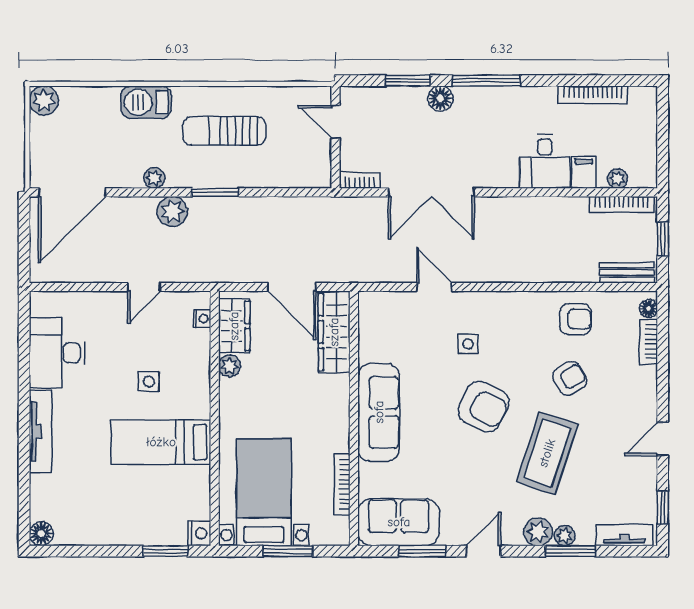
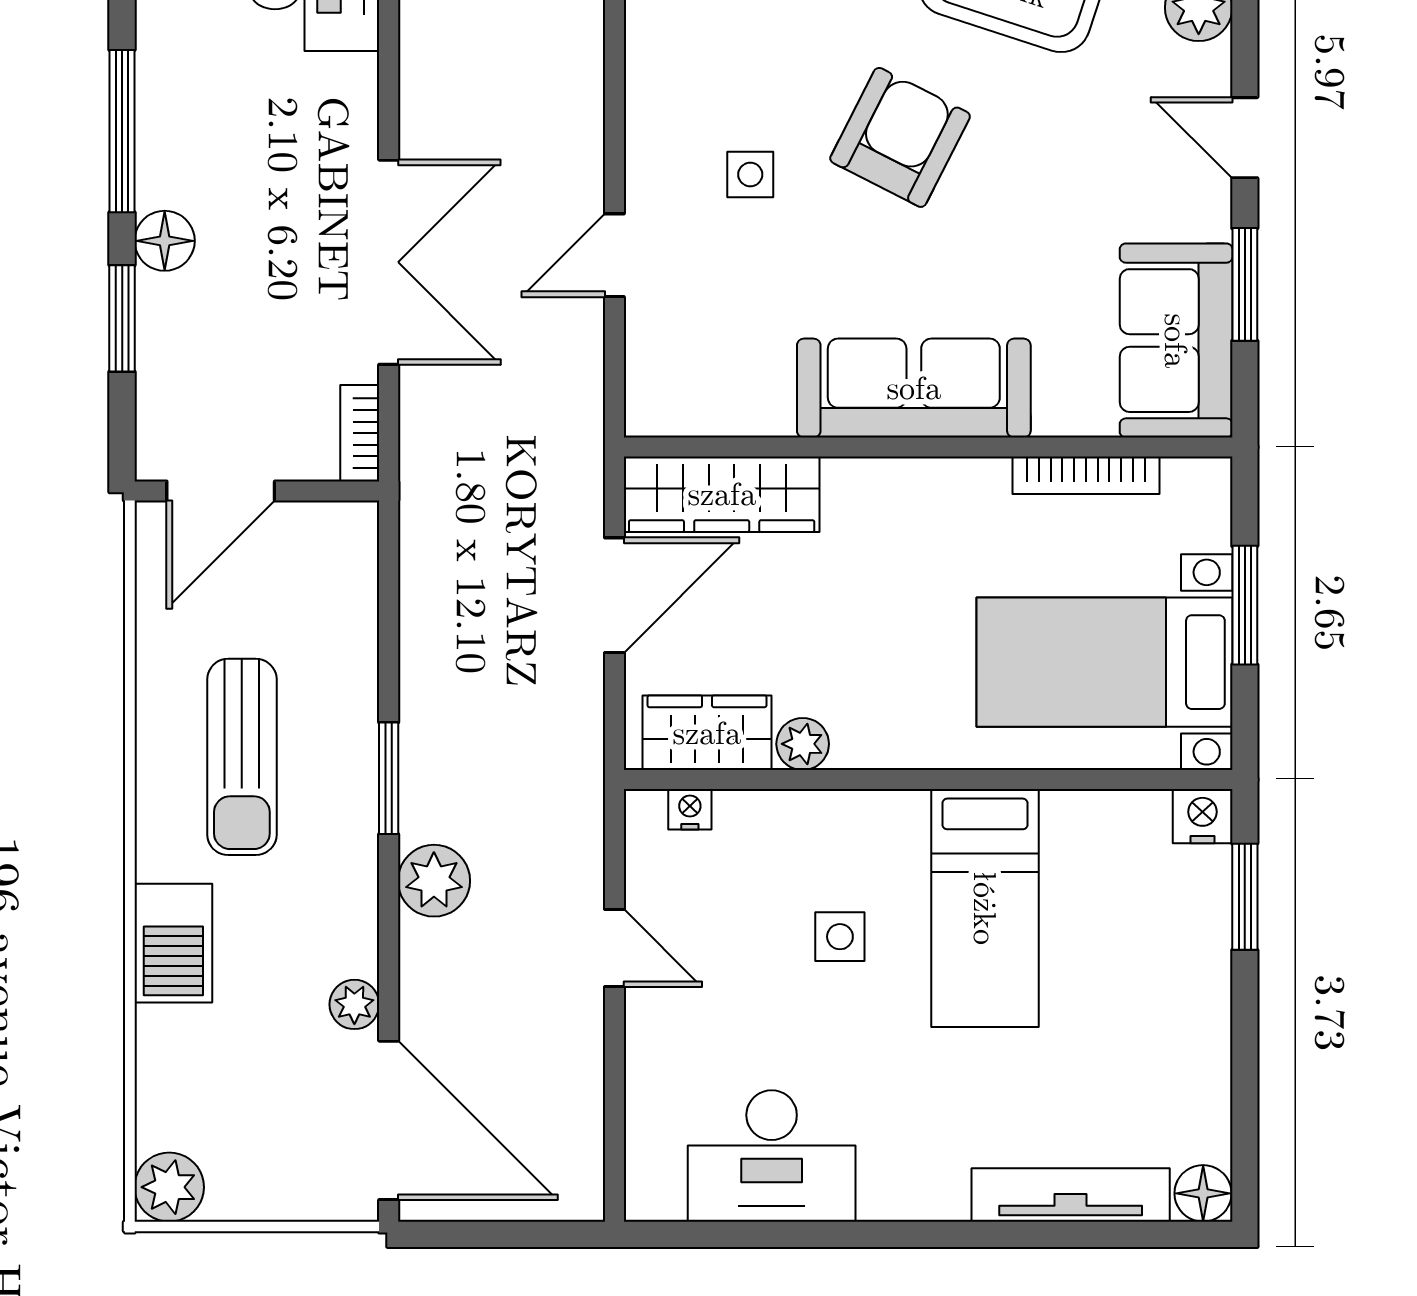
door: (336, 122) -> (221, 491), width x1.38
plant: (154, 178) -> (354, 1004), moved
tv unit: (41, 432) -> (1071, 1195), moved

